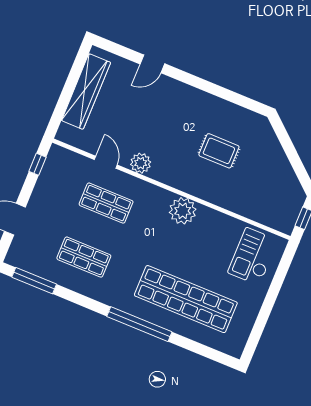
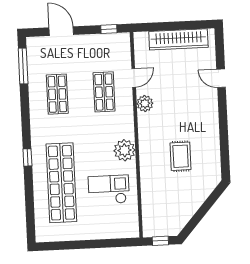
checkout: (253, 256) -> (109, 190), moved
window: (139, 324) -> (27, 157), width x0.32

